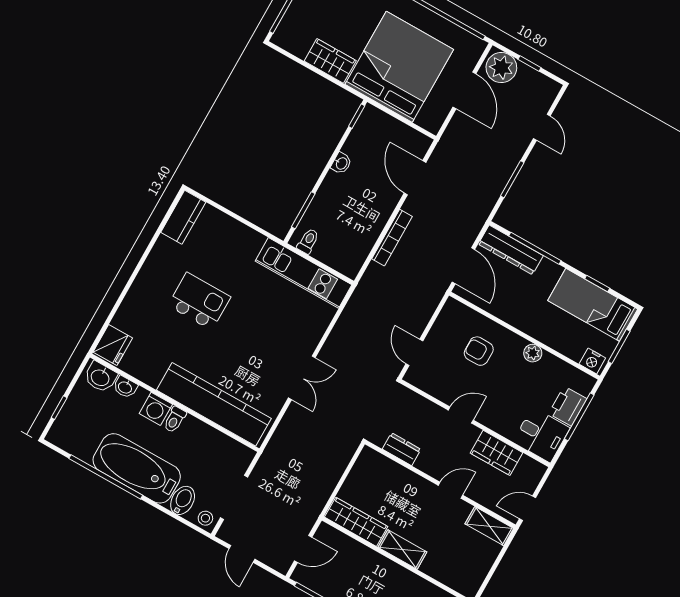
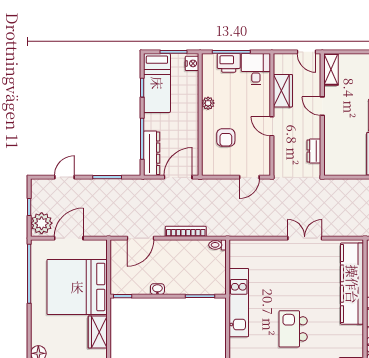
toilet: (308, 241) -> (217, 245), moved
kitchen unit: (304, 273) -> (239, 303), moved

